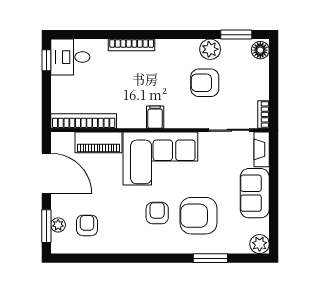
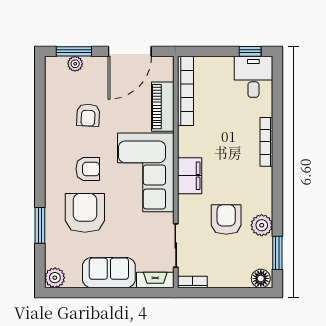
filing cabinet: (155, 117) -> (190, 176), width x2.00
armchair: (87, 225) -> (88, 115), moved, turned 93

